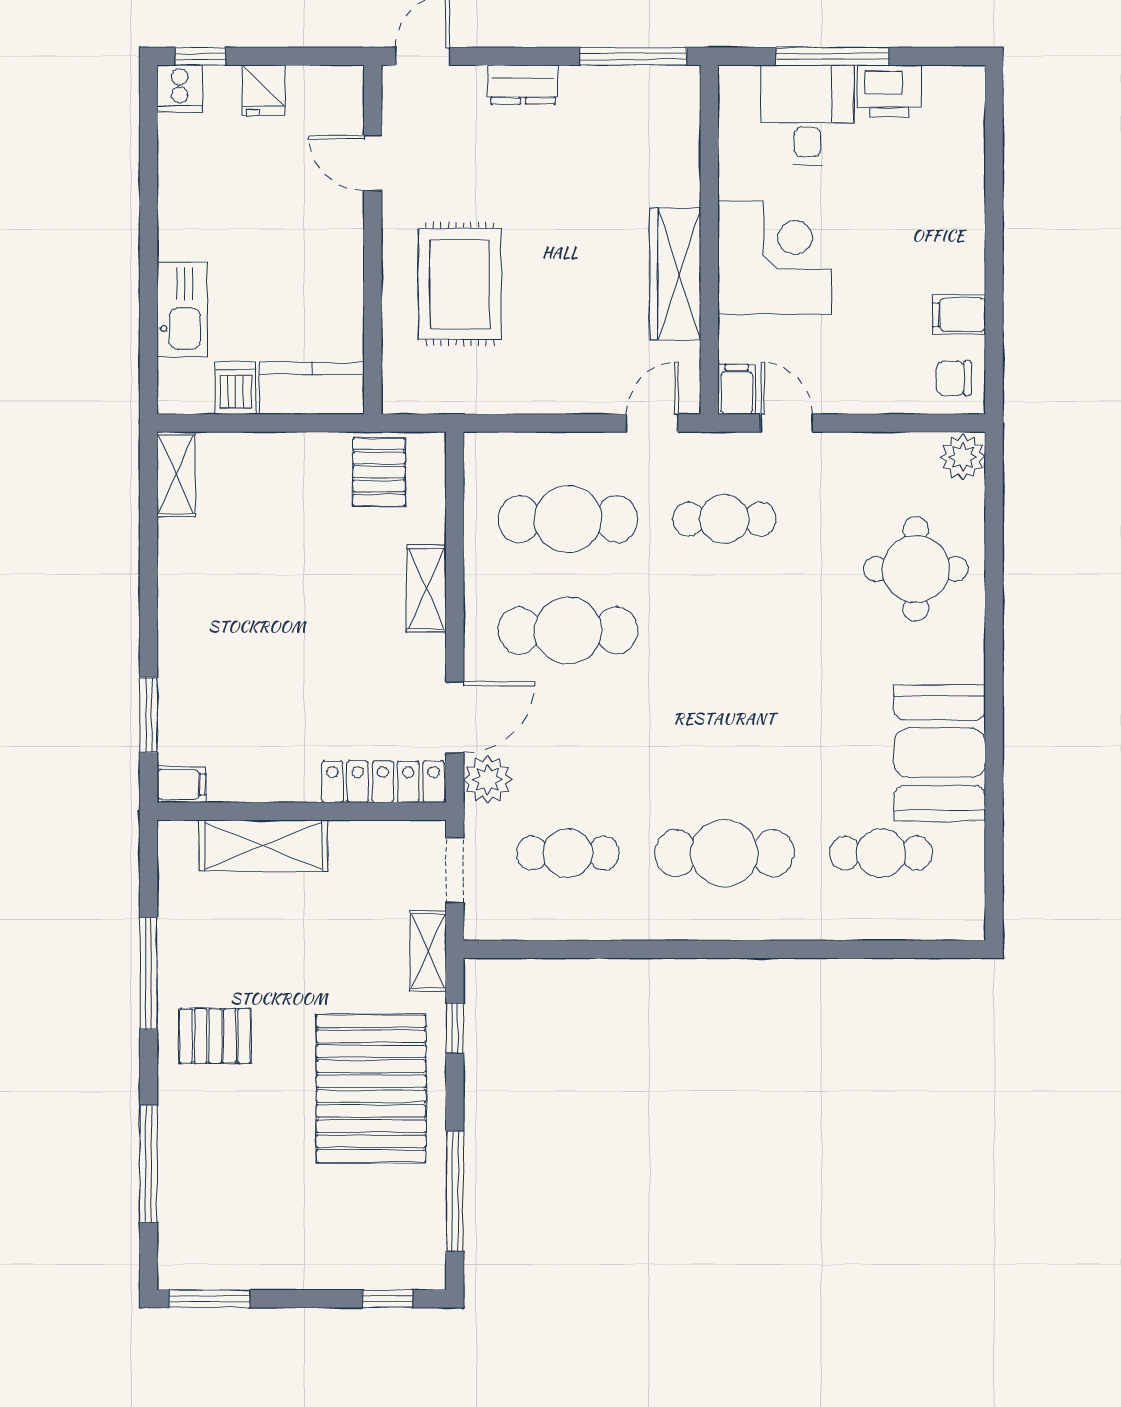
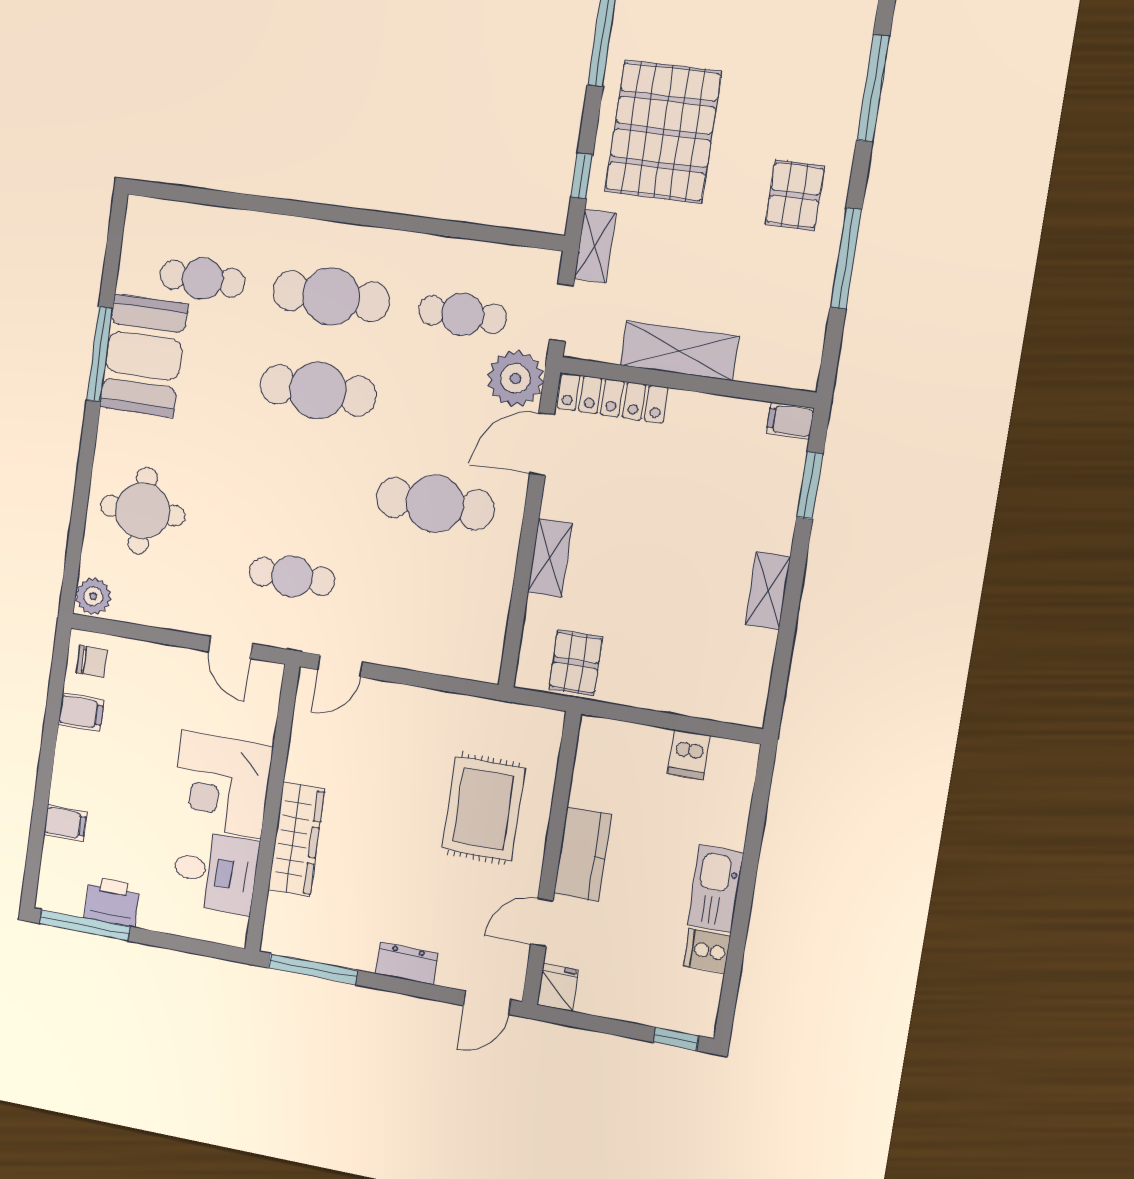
window: (832, 56) -> (85, 925), moved
cooker: (180, 89) -> (707, 951), moved, turned -90
fridge: (264, 90) -> (558, 988), moved
desk: (807, 115) -> (215, 872), moved, turned -90
door: (373, 163) -> (542, 923), swing flipped
wardrobe: (675, 274) -> (296, 839), moved
kitchen sink: (182, 309) -> (715, 889), moved
kitchen counter: (312, 388) -> (583, 854), moved, turned -90
filing cabinet: (737, 389) -> (65, 823), moved, turned -90
shelving: (176, 474) -> (768, 591), moved
cafe table: (568, 519) -> (318, 390), moved
window: (994, 748) -> (100, 354), added
plant: (488, 779) -> (515, 378), width x1.36, depth x1.36
shelving: (263, 845) -> (679, 351), moved
pallet: (215, 1036) -> (795, 195), turned 90

